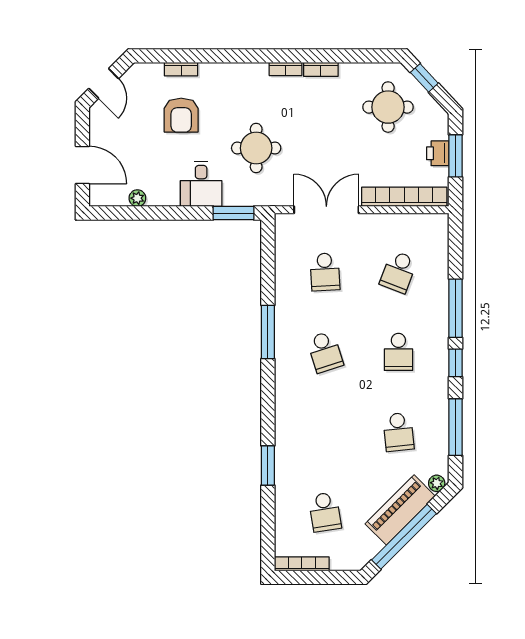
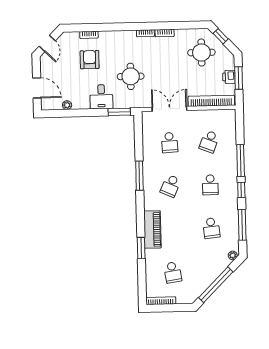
armchair: (181, 115) -> (90, 60), turned 180
school desk: (325, 352) -> (171, 186), turned 42
piano: (400, 510) -> (152, 229), moved, turned 135

